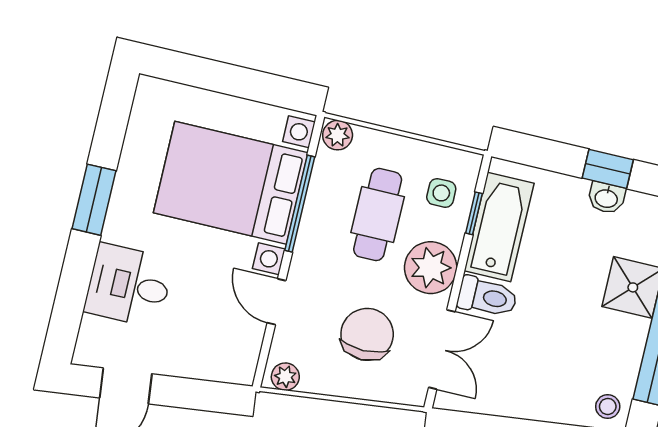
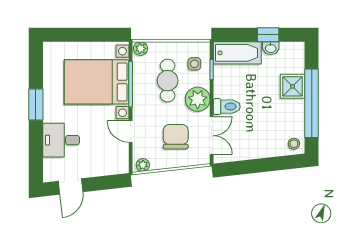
bathtub: (499, 227) -> (237, 53), moved, turned 90

